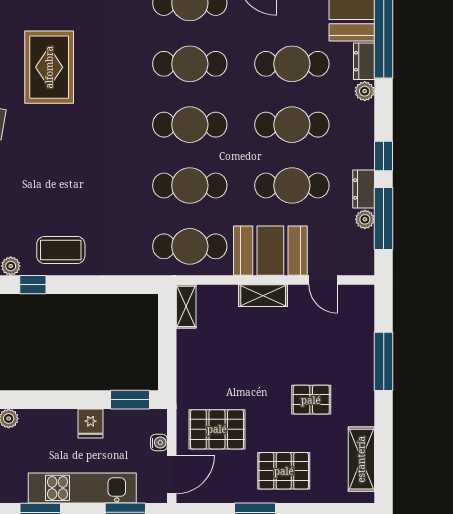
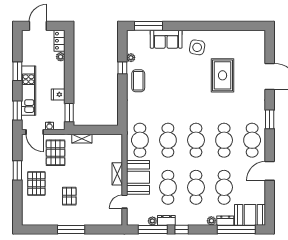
rug: (49, 67) -> (223, 75), turned 90
shelving: (186, 306) -> (82, 139), moved
window: (384, 361) -> (71, 230), moved
shelving: (361, 459) -> (42, 219), removed

